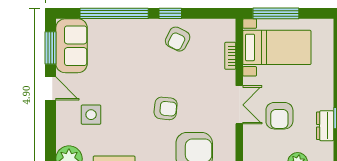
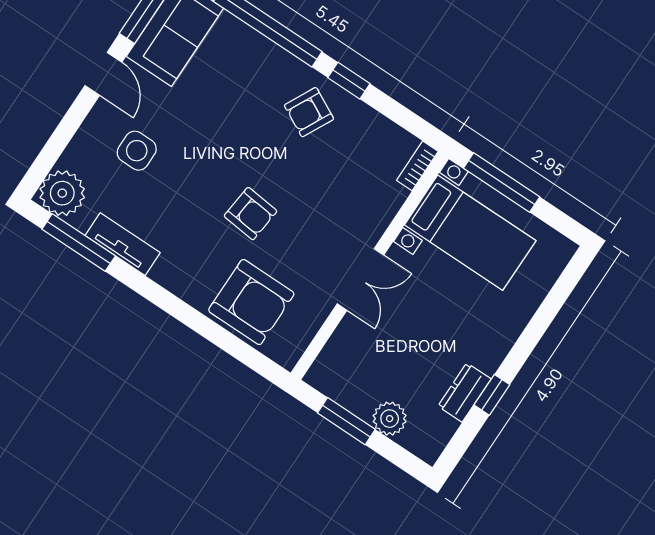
armchair: (178, 39) -> (309, 112), moved
bookcase: (230, 56) -> (417, 166), moved
armchair: (279, 116) -> (408, 334), removed

